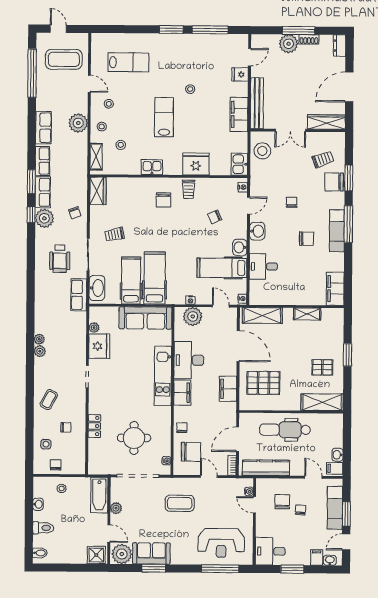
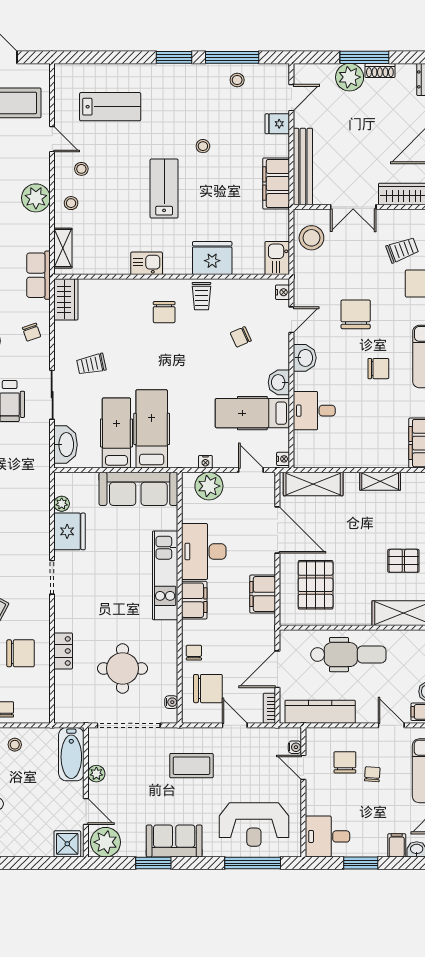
stool: (121, 145) -> (237, 80), moved
chair: (291, 202) -> (356, 314), width x1.87, depth x1.87
row of seats: (79, 295) -> (38, 275), moved
pallet: (263, 383) -> (316, 585), turned 90
chair: (66, 427) -> (21, 653), width x1.87, depth x1.87
dental chair: (285, 430) -> (348, 655), turned 180
sofa: (151, 553) -> (174, 841), moved

